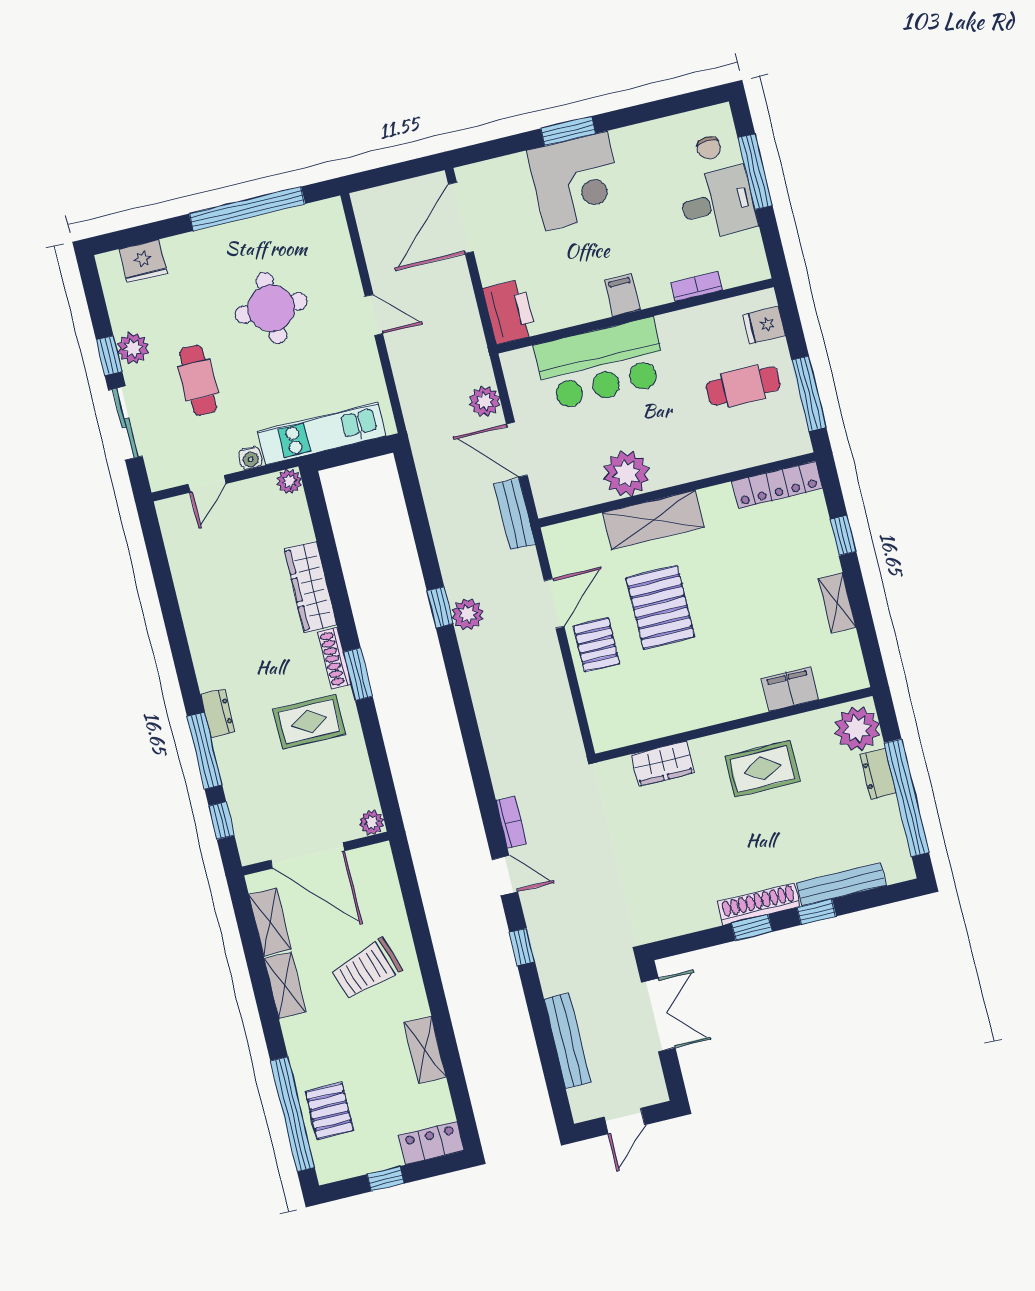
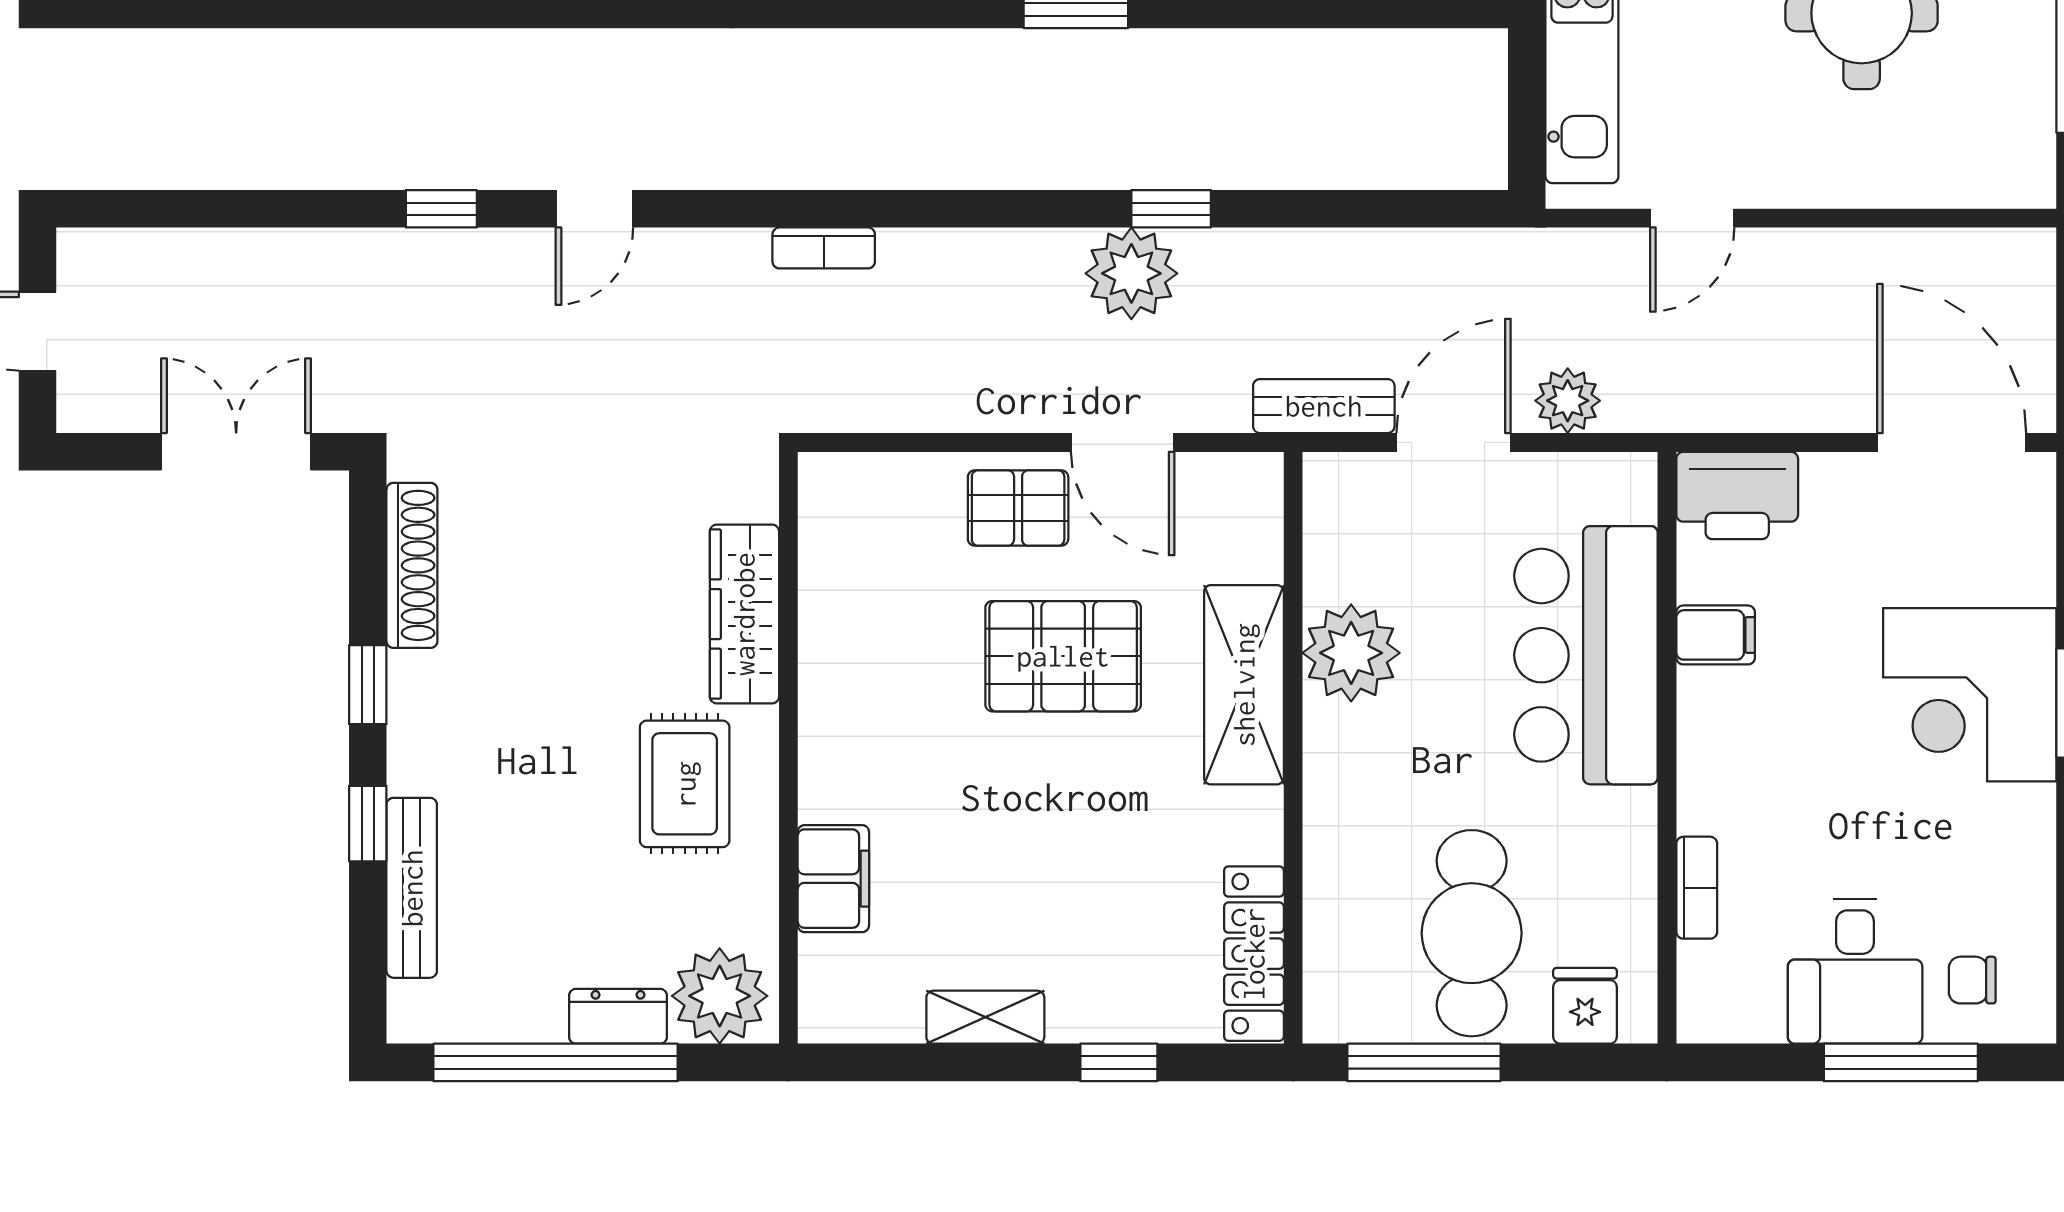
filing cabinet: (622, 295) -> (1716, 635), moved
door: (374, 315) -> (1692, 218), moved
cafe table: (743, 386) -> (1472, 933), width x1.37, depth x1.35
plant: (467, 614) -> (1131, 273), width x1.36, depth x1.36
wardrobe: (663, 764) -> (744, 614), width x1.50
bookcase: (511, 822) -> (824, 248), moved
shoe rack: (759, 904) -> (412, 565), moved
double door: (658, 1015) -> (236, 452), swing flipped
bench: (567, 1041) -> (229, 255), removed

